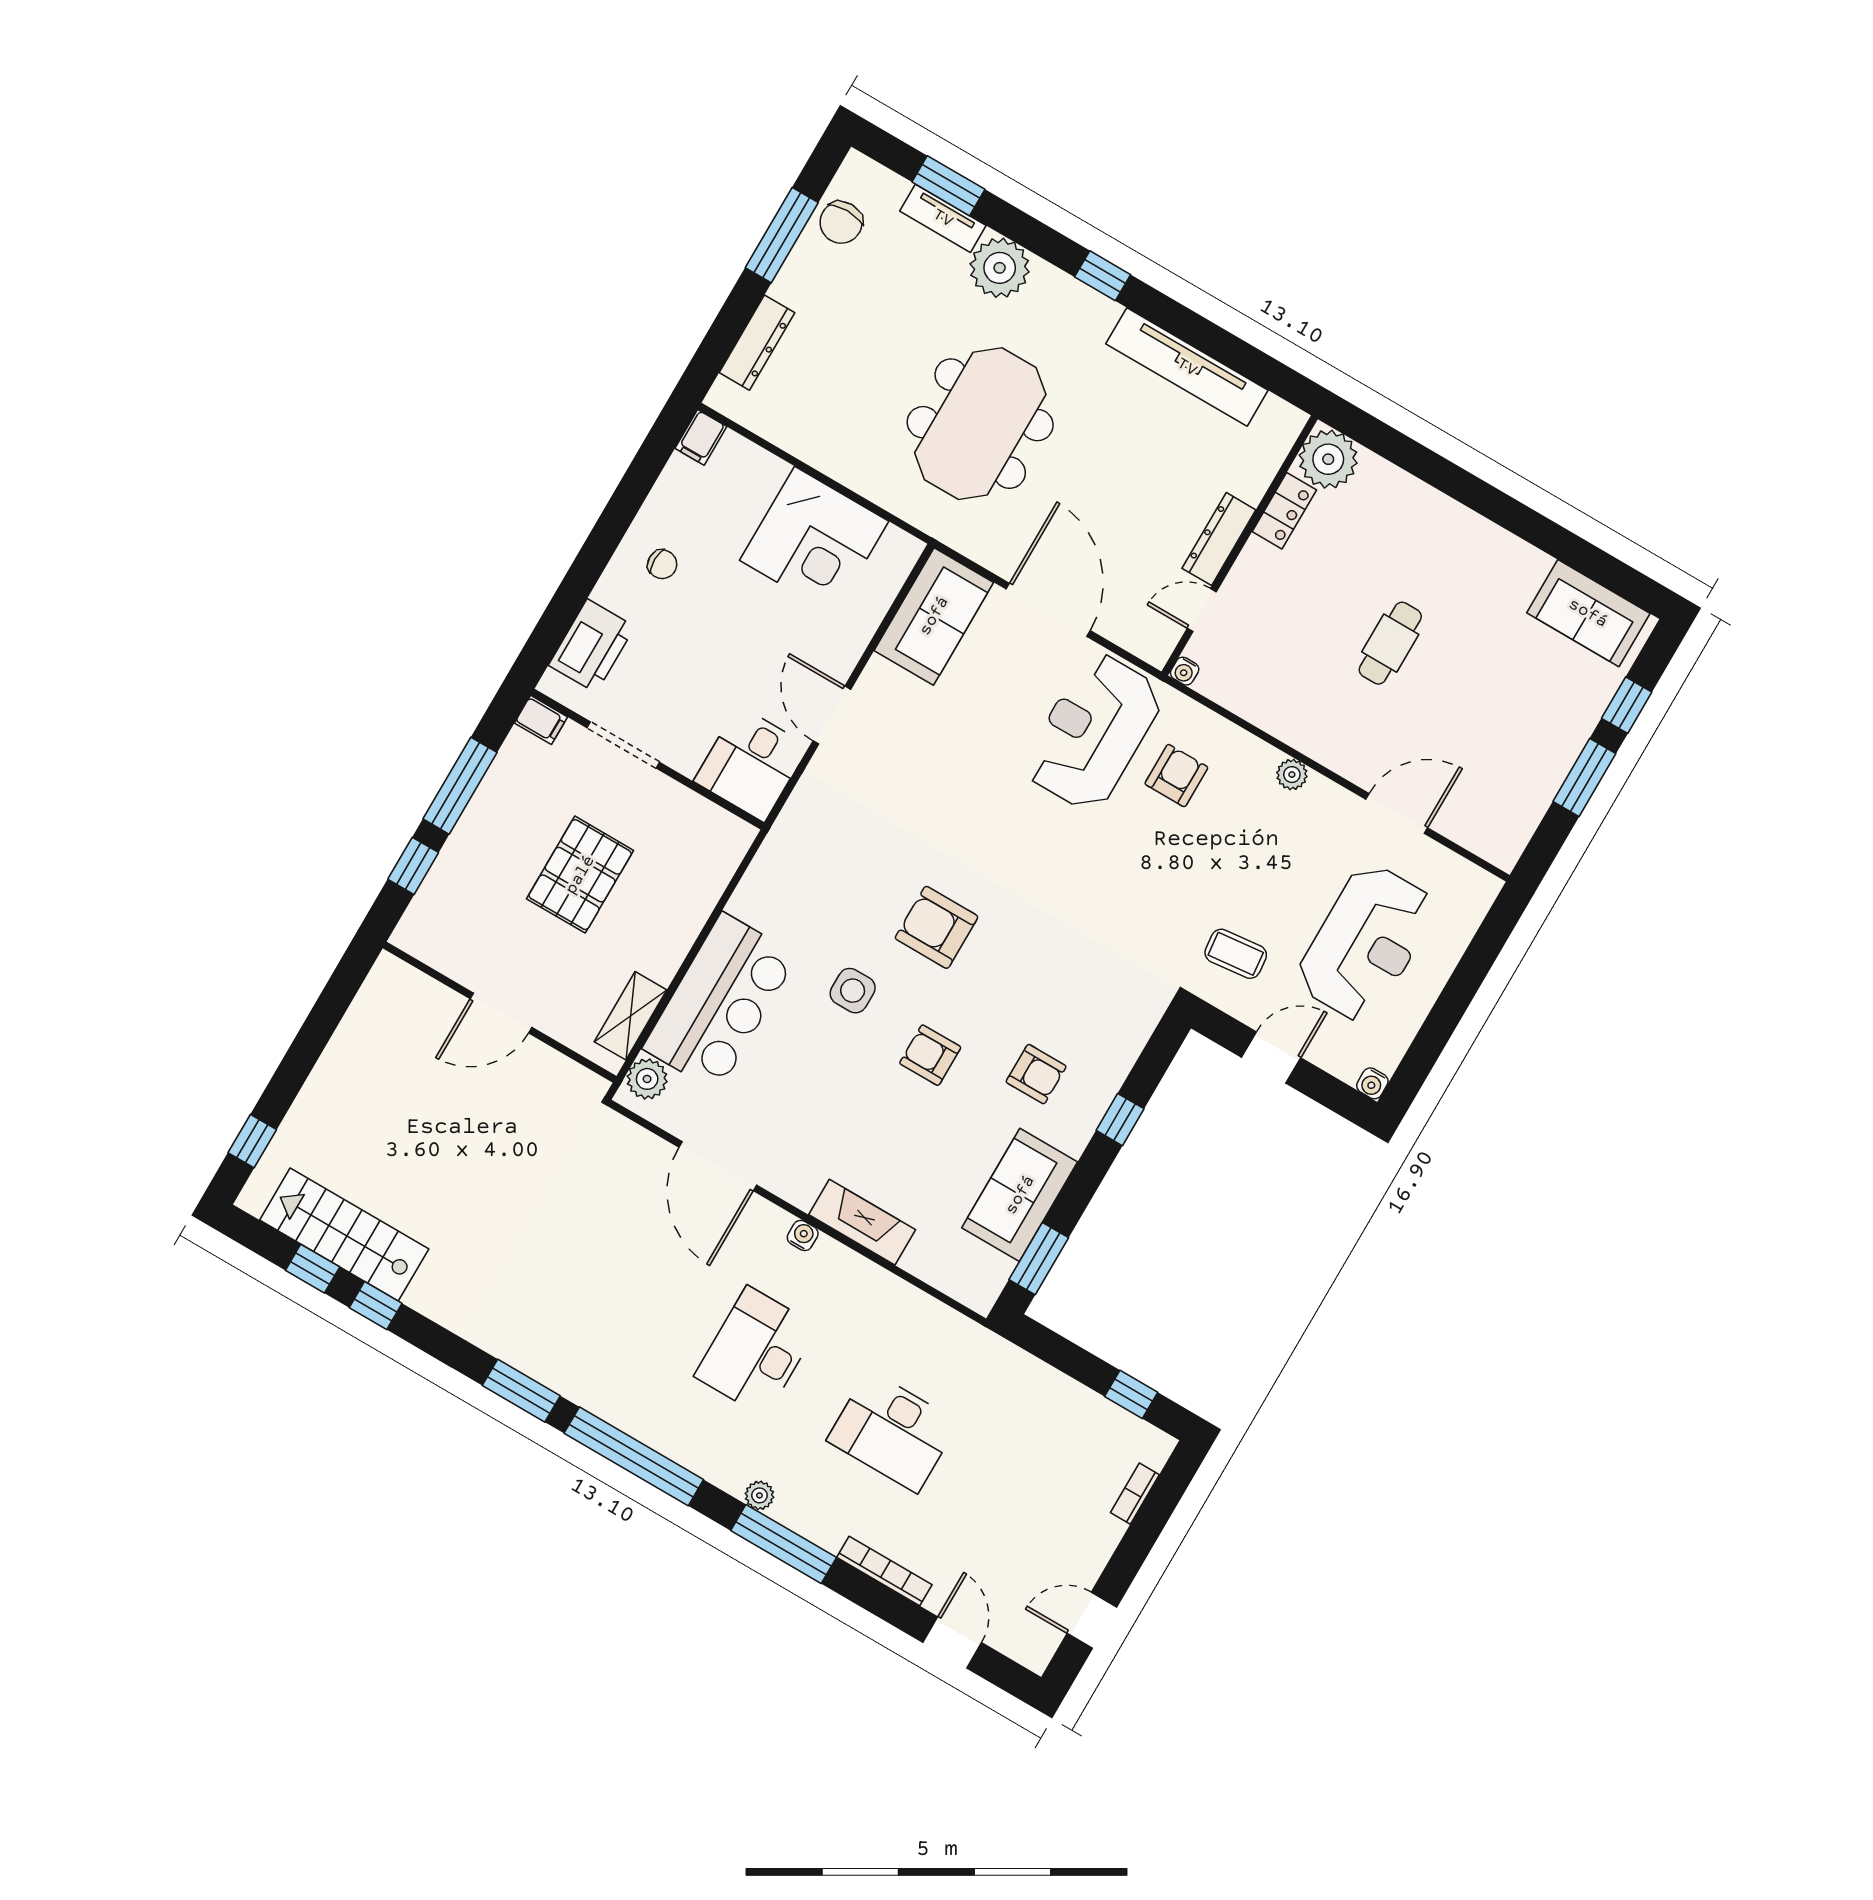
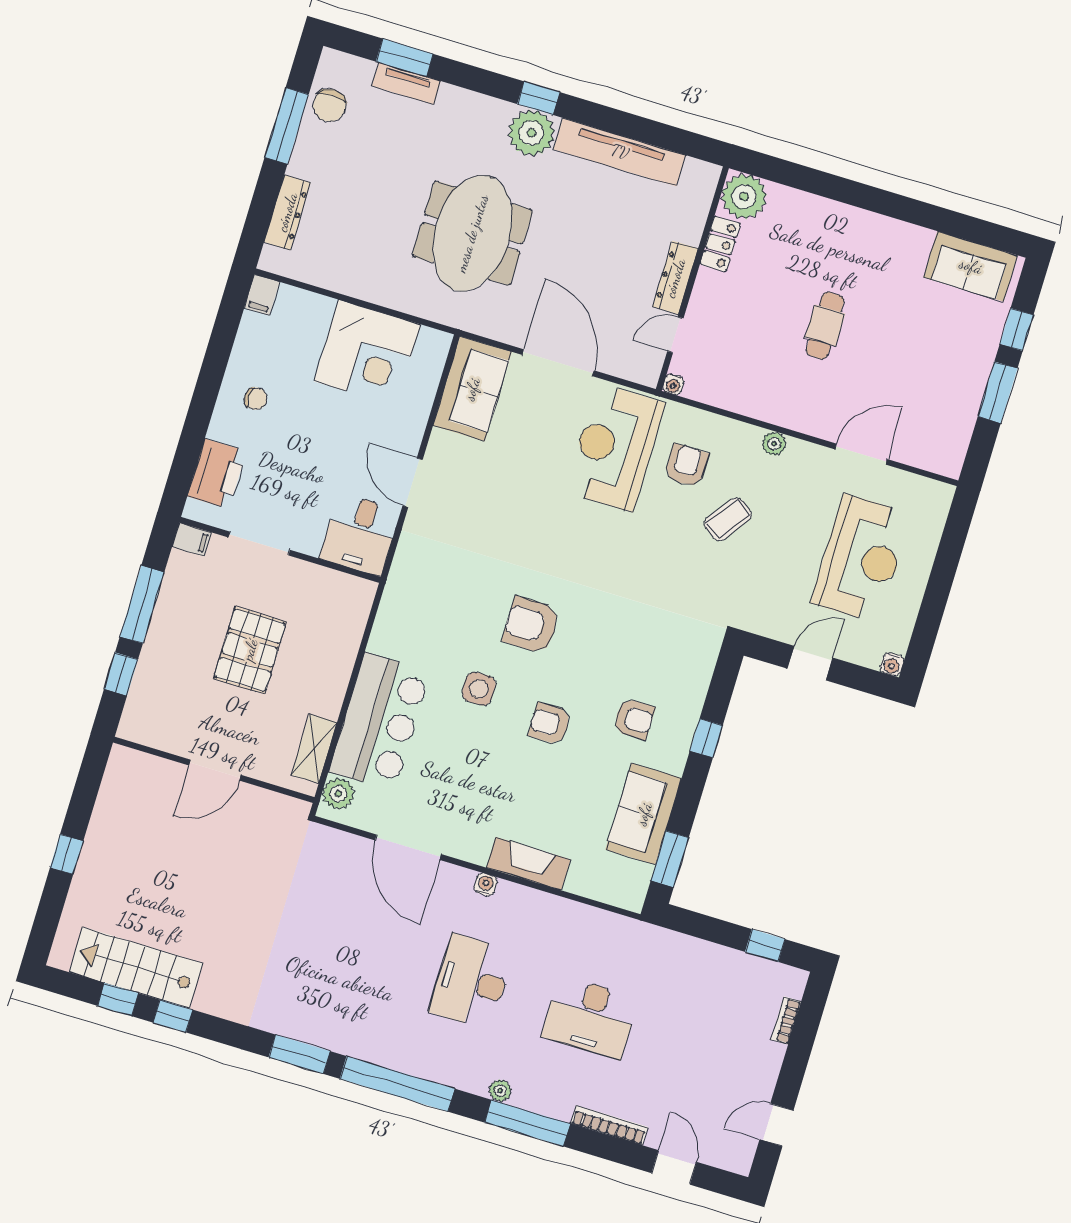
plant: (1000, 268) -> (531, 133), moved
coffee table: (1236, 954) -> (728, 519), moved, turned -48
window: (252, 1141) -> (67, 854), moved

